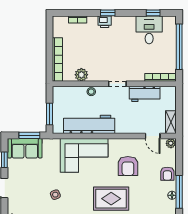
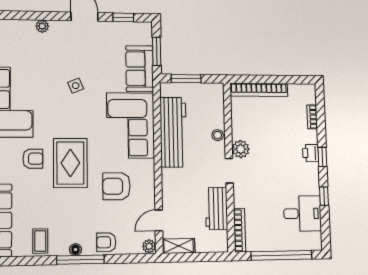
window: (153, 13) -> (324, 196), moved
plant: (81, 75) -> (241, 149), moved
sofa: (25, 148) -> (140, 69), moved

